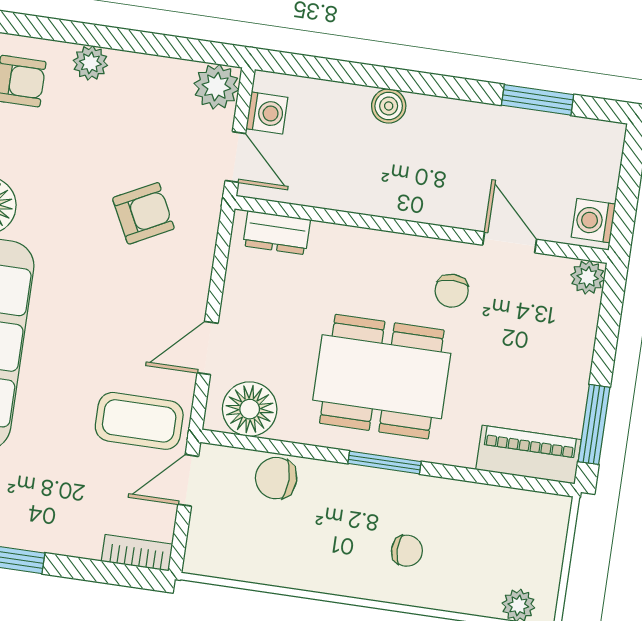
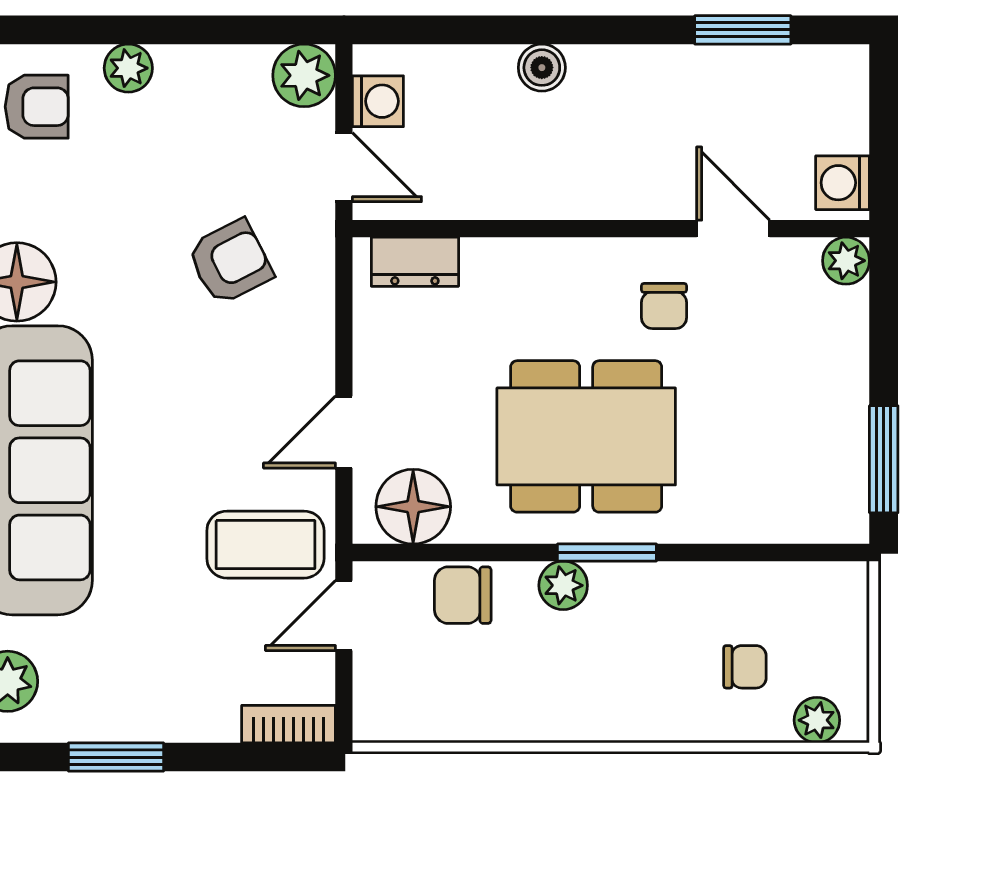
piano: (528, 455) -> (801, 513), removed
plant: (350, 482) -> (563, 585), added
chair: (407, 551) -> (745, 667), moved

